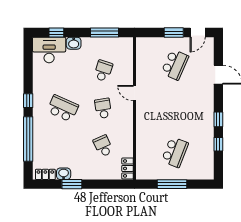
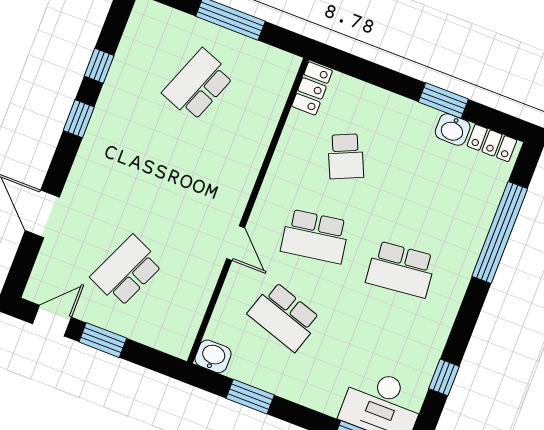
window: (104, 33) -> (250, 397), width x0.69
washbasin: (74, 43) -> (213, 356), moved
school desk: (103, 71) -> (284, 316), width x1.85
window: (28, 101) -> (444, 377), moved
school desk: (63, 108) -> (401, 269), turned -30
school desk: (103, 108) -> (315, 236), width x1.85

